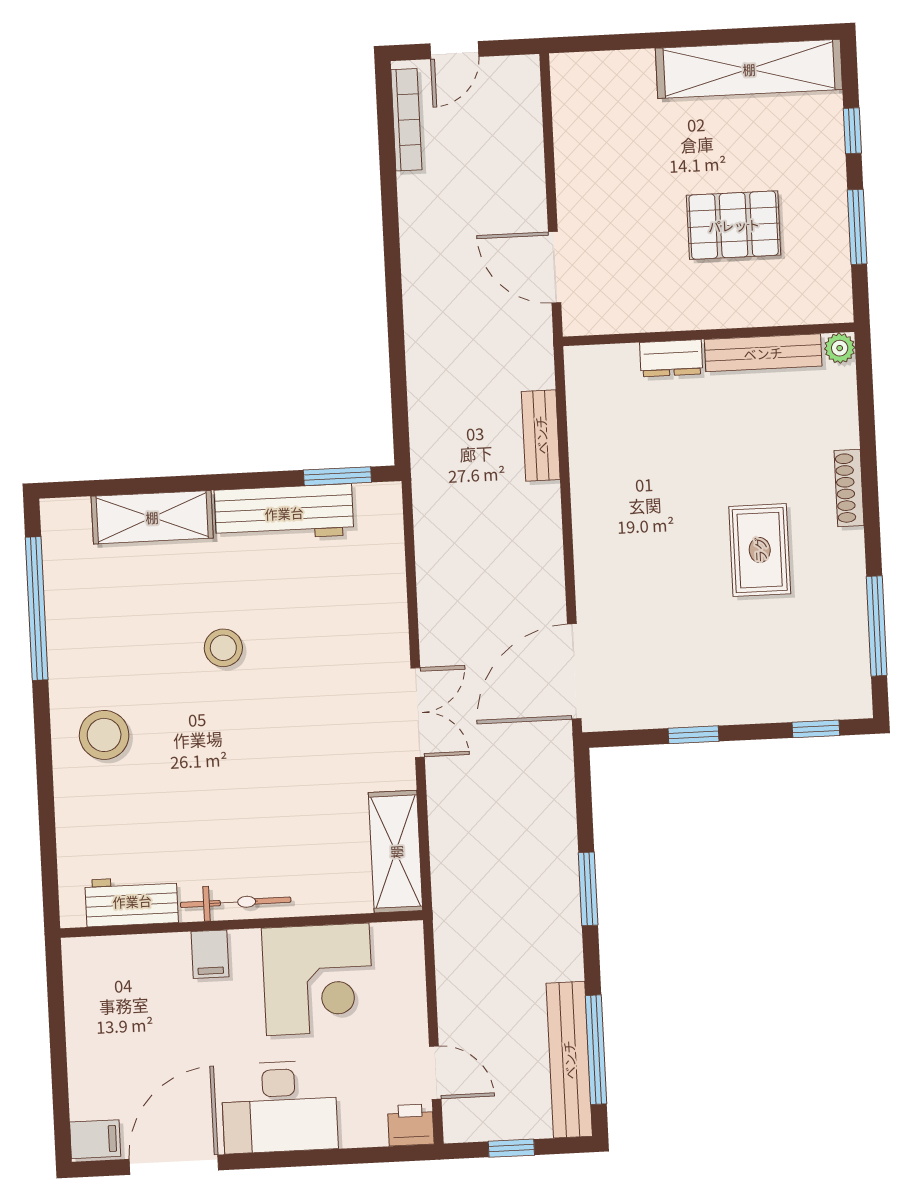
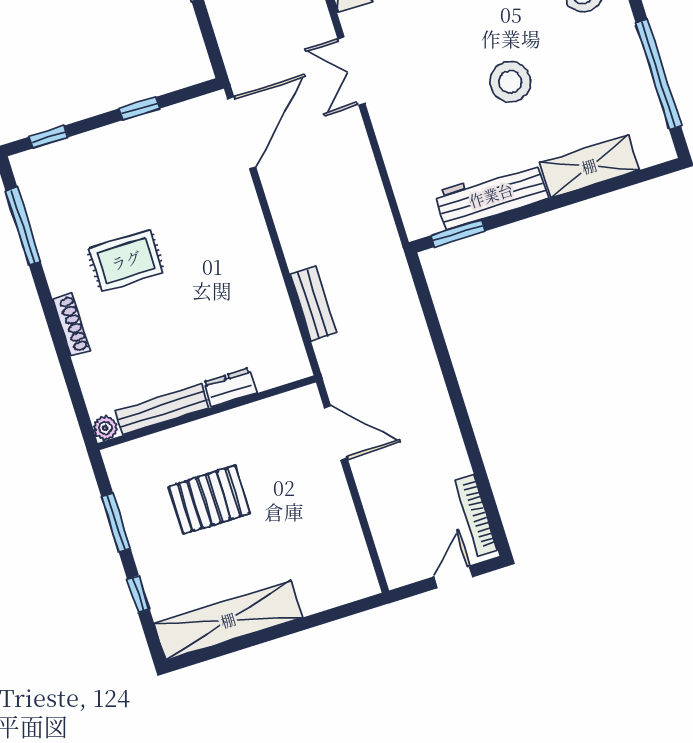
rug: (760, 550) -> (126, 260), turned 90
stool: (223, 648) -> (510, 82), width x1.38, depth x1.38

